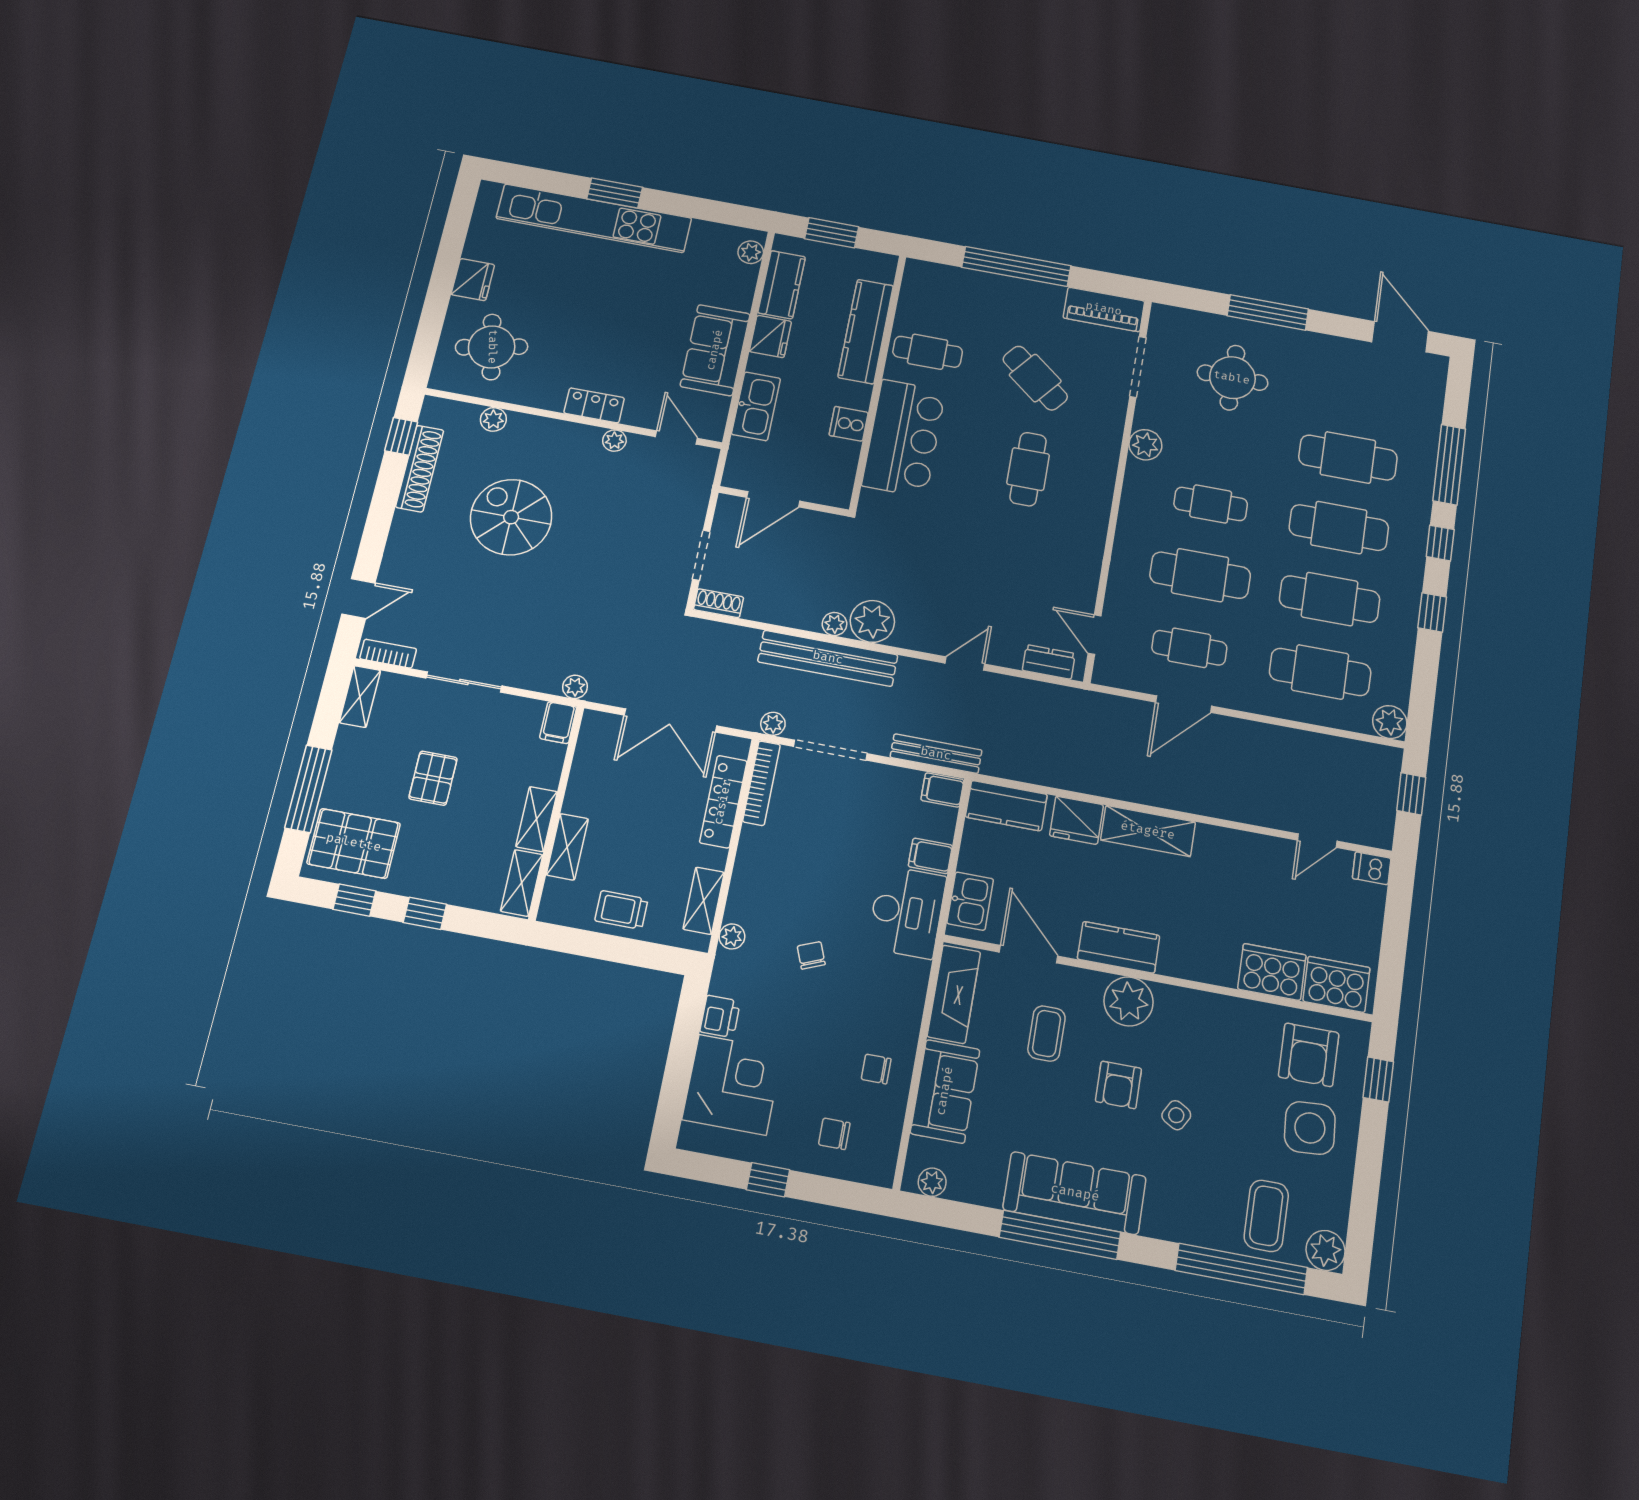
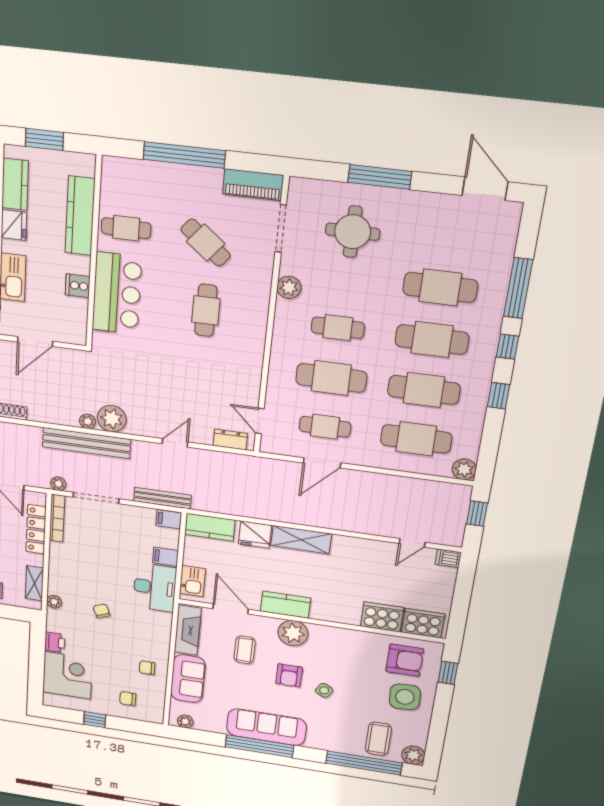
armchair: (1309, 1055) -> (405, 660), turned -90

